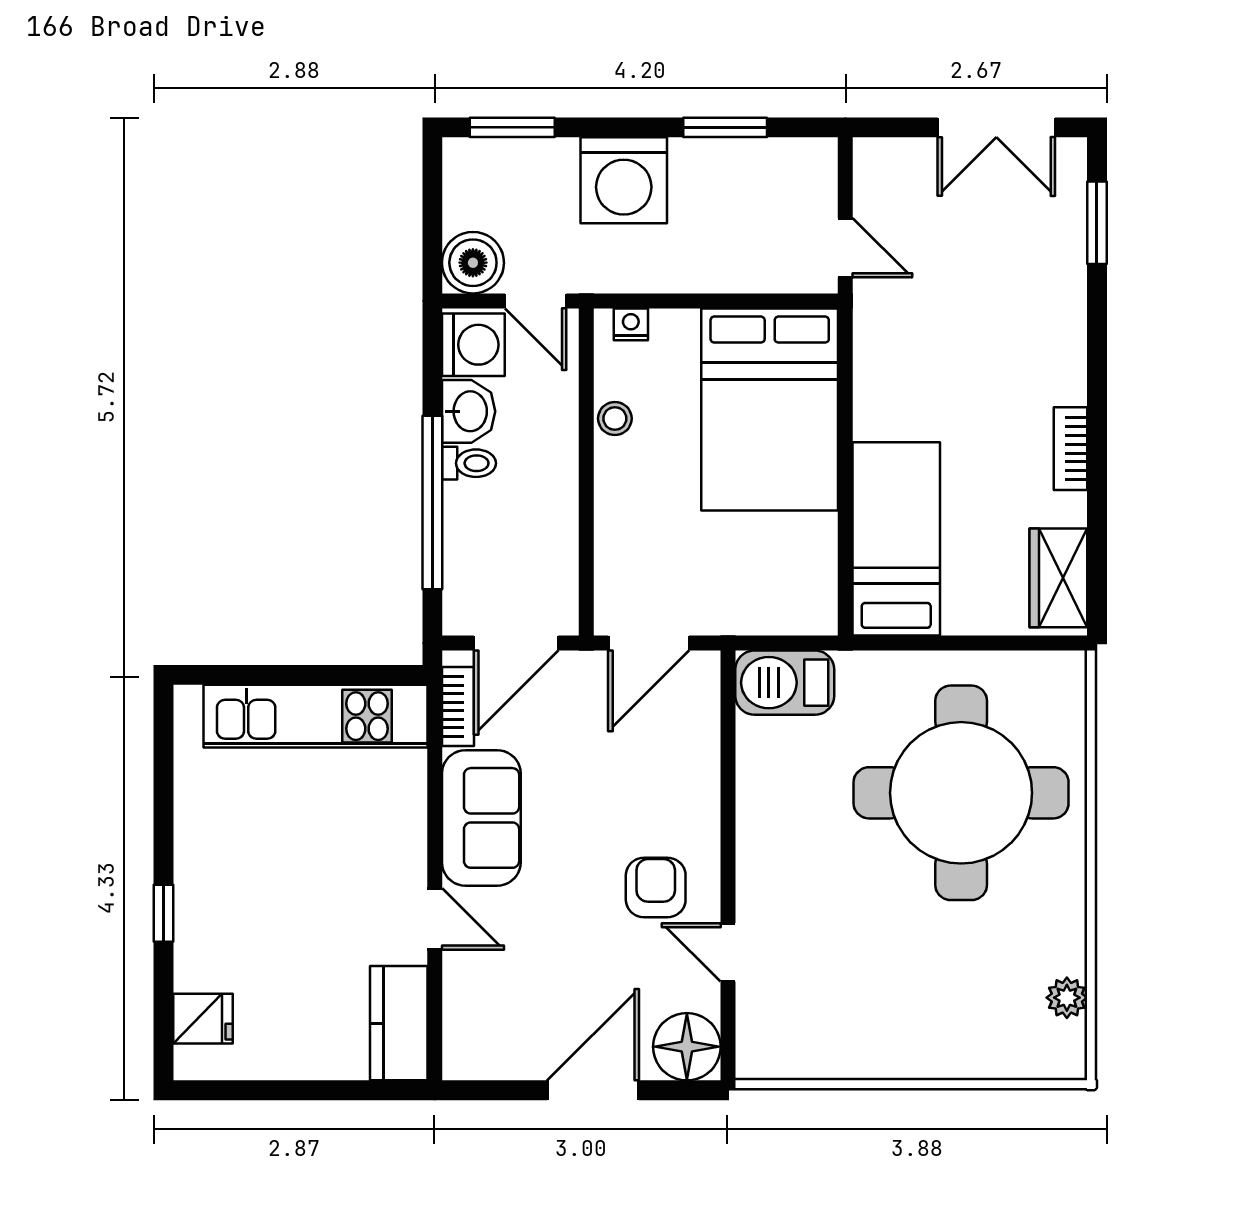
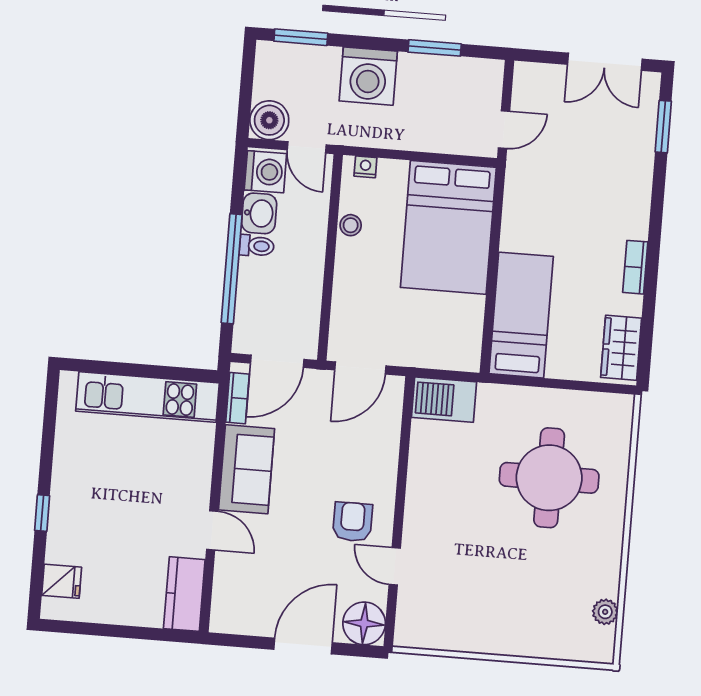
door: (845, 248) -> (504, 130), hinge flipped
round table: (961, 793) -> (549, 478), width x0.73, depth x0.73

